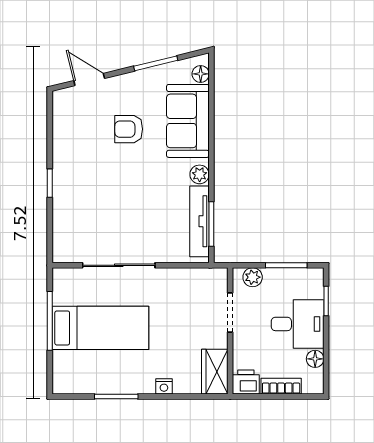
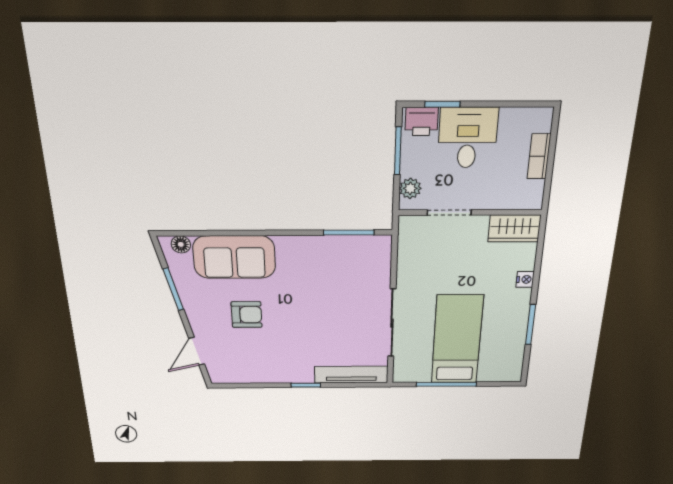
armchair: (129, 129) -> (247, 315), turned -90
plant: (200, 174) -> (293, 245), removed
tv unit: (199, 221) -> (351, 375), moved, turned 180
floor lamp: (315, 359) -> (511, 117), removed
printer: (246, 382) -> (422, 121), moved, turned -90

